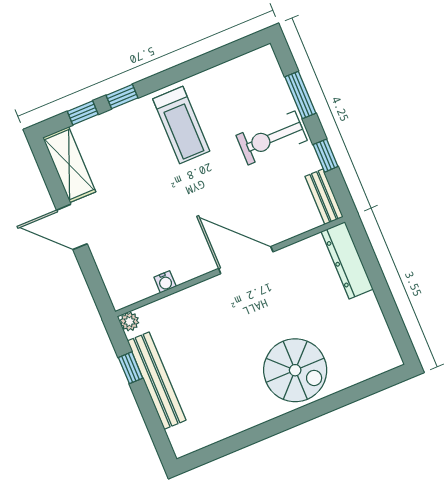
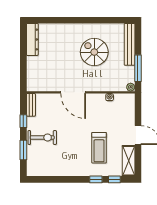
treadmill: (181, 125) -> (99, 148), moved, turned 180
dresser: (347, 260) -> (32, 39), moved
window: (131, 368) -> (138, 68), width x2.17
spiral stairs: (295, 370) -> (94, 52), moved
bench: (157, 381) -> (130, 44), moved

